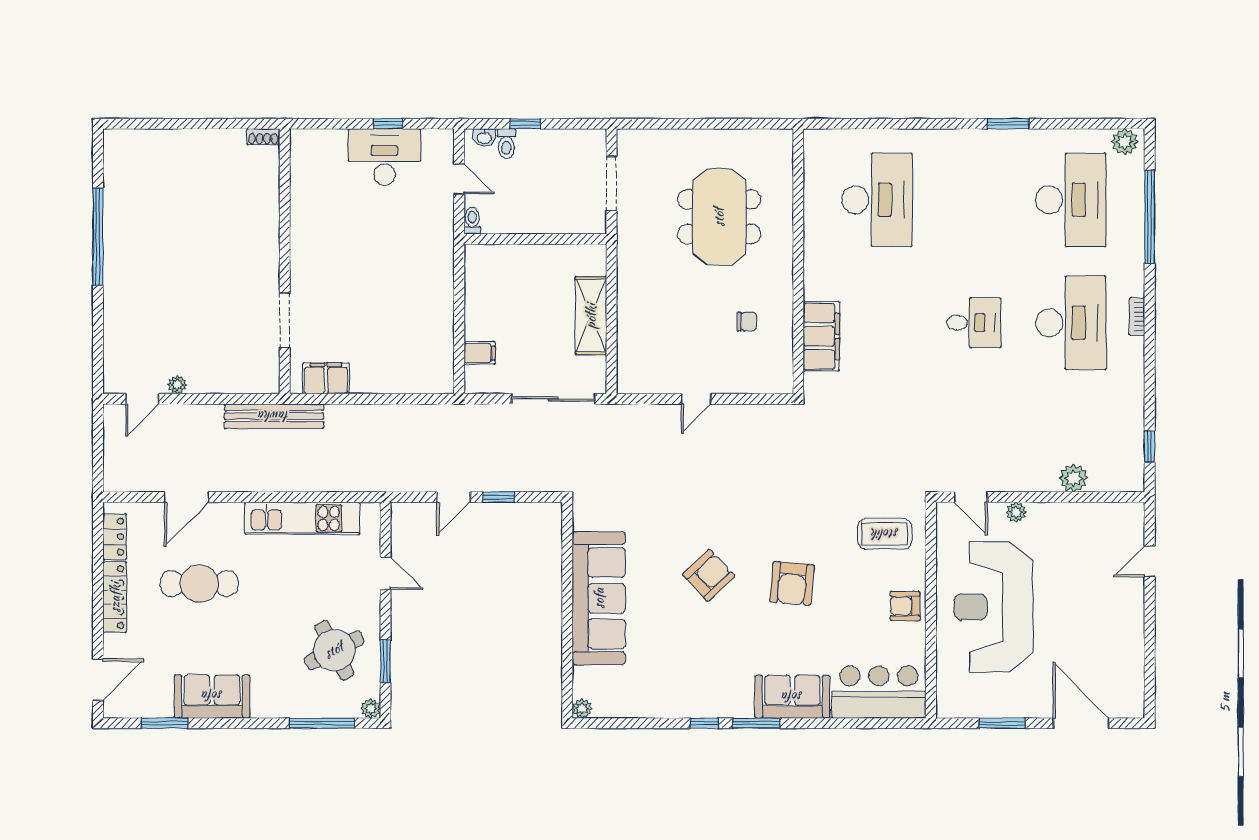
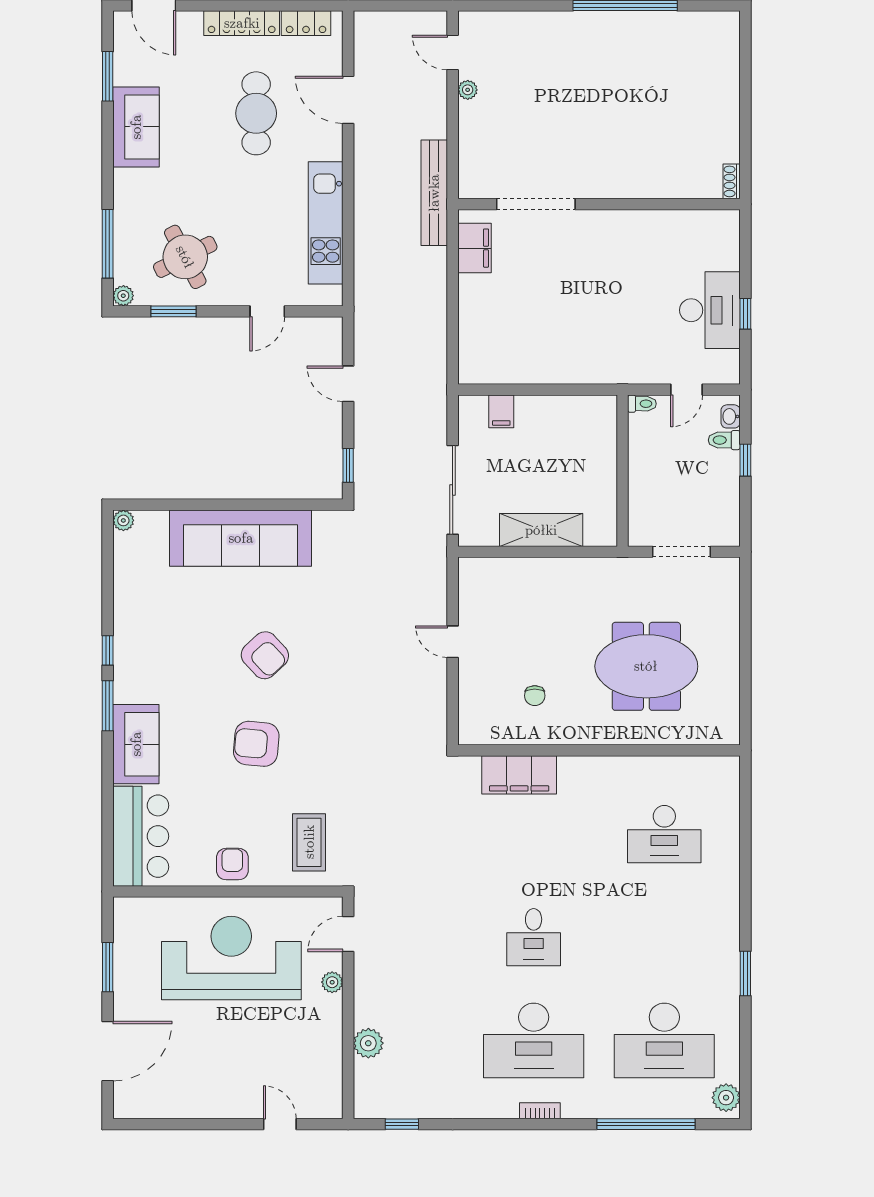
desk: (877, 200) -> (664, 834), width x0.73, depth x0.77
doorway: (285, 321) -> (536, 204), width x1.36
window: (499, 497) -> (348, 465), moved

